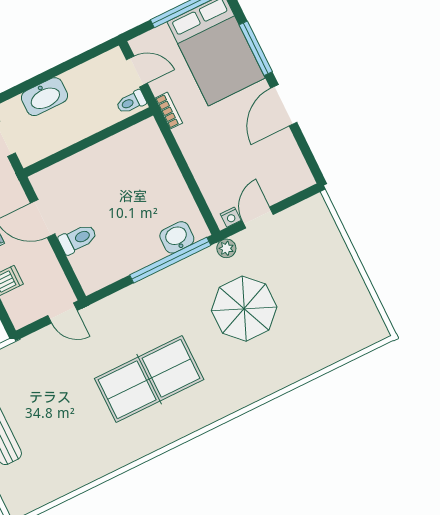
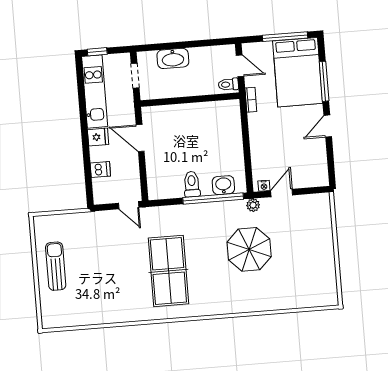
door: (284, 105) -> (328, 126), width x0.73
toilet: (78, 239) -> (192, 184), moved, turned -90
table tennis table: (149, 379) -> (168, 271), turned 90

